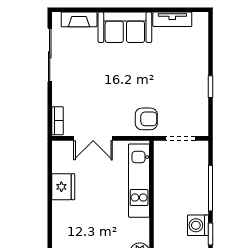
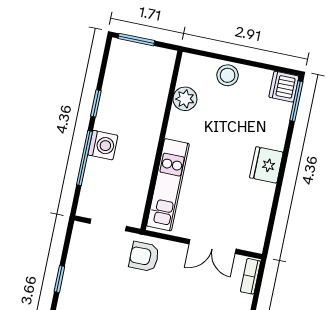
double door: (93, 138) -> (212, 246), swing flipped
fridge: (63, 187) -> (266, 165), moved
washing machine: (198, 225) -> (103, 145), moved

